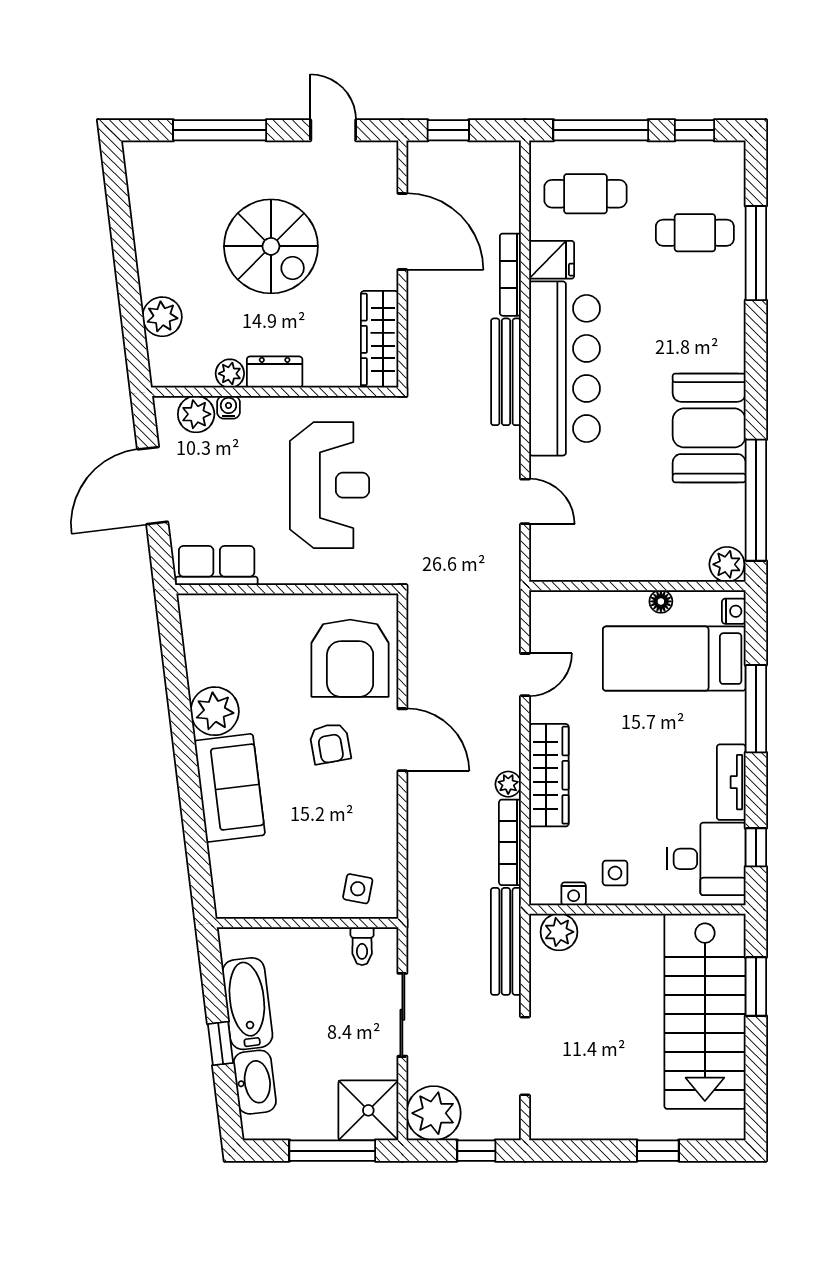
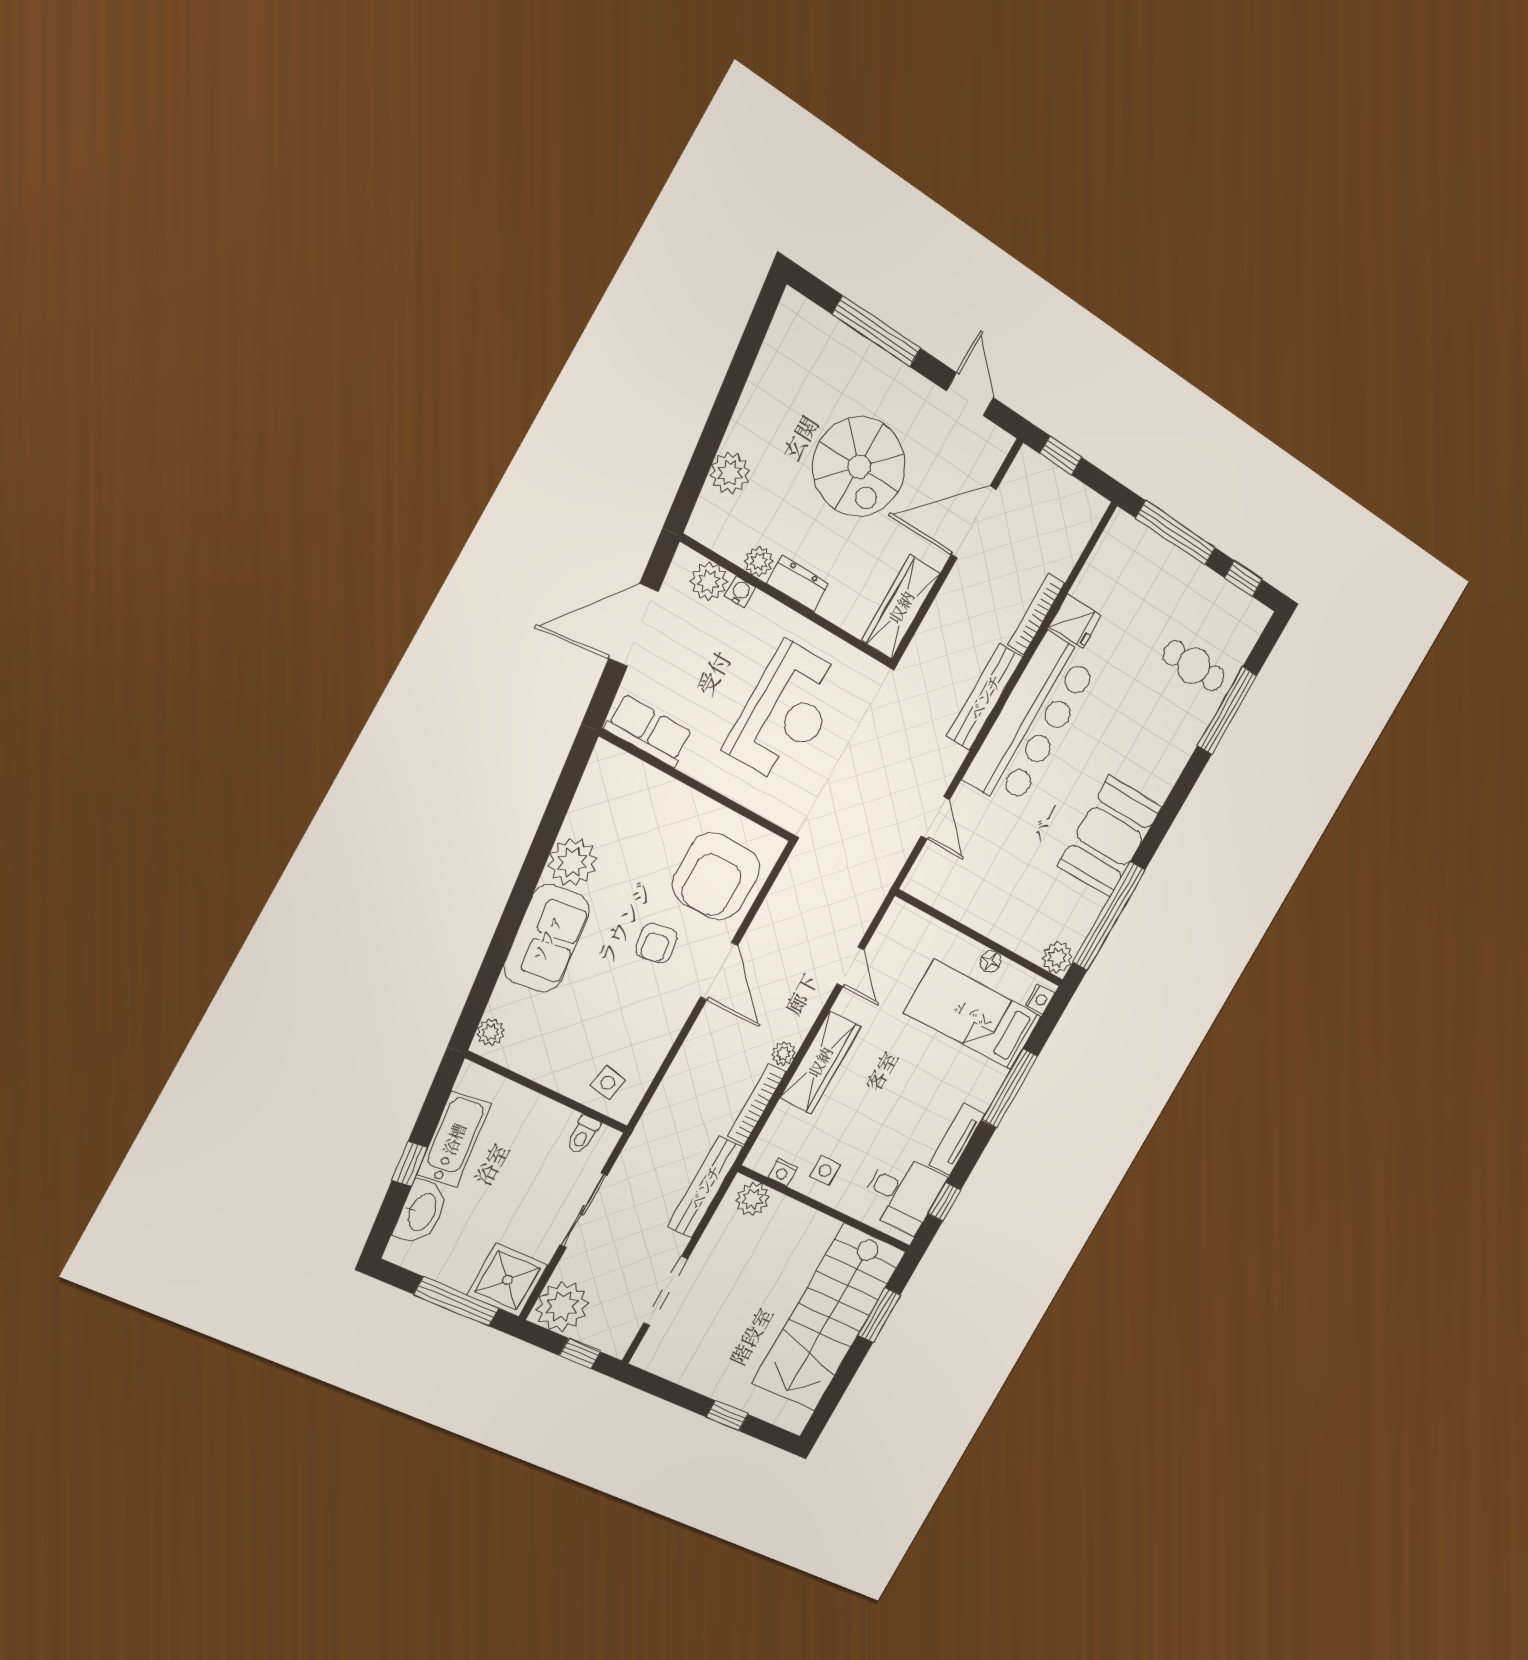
cafe table: (585, 194) -> (1133, 580), removed
door: (402, 232) -> (974, 522), swing flipped
door: (525, 675) -> (850, 967), hinge flipped
plant: (227, 894) -> (491, 1032), added

